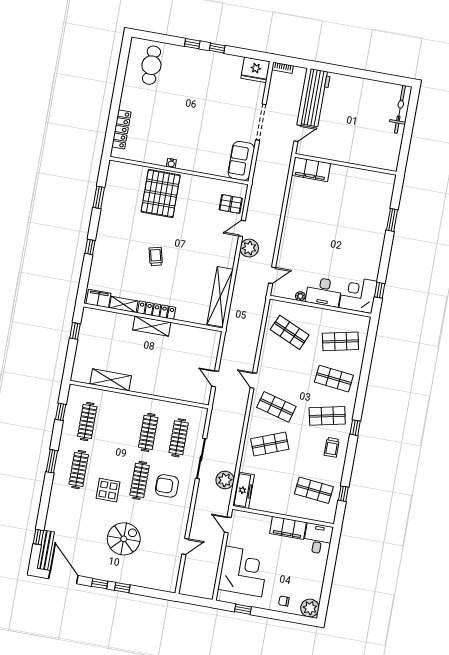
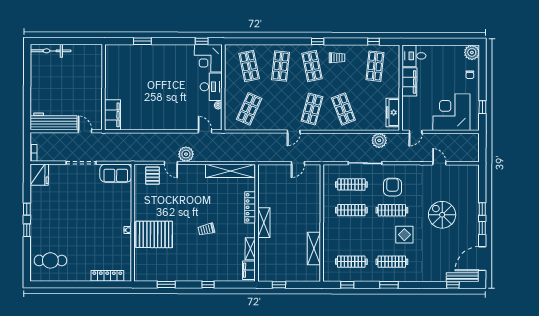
locker: (157, 310) -> (250, 207), moved
armchair: (167, 486) -> (392, 187), turned 180
freezer: (243, 490) -> (393, 112), moved, turned -90

